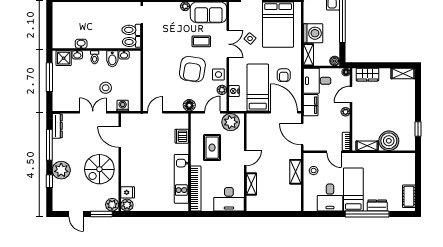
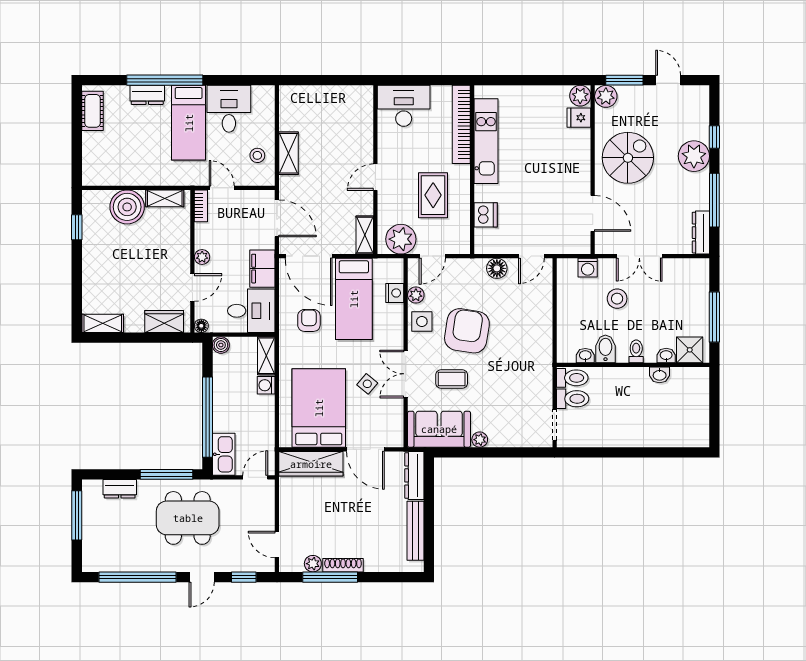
washing machine: (313, 33) -> (266, 385), width x0.53, depth x0.53
floor lamp: (189, 105) -> (497, 268), moved
shelving: (251, 184) -> (365, 235), moved

